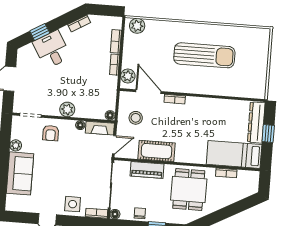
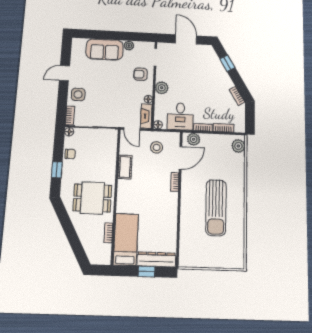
desk: (52, 50) -> (180, 116), moved, turned 121
cot: (157, 151) -> (125, 167), width x0.73, depth x0.75
piano: (147, 170) -> (110, 159), removed

